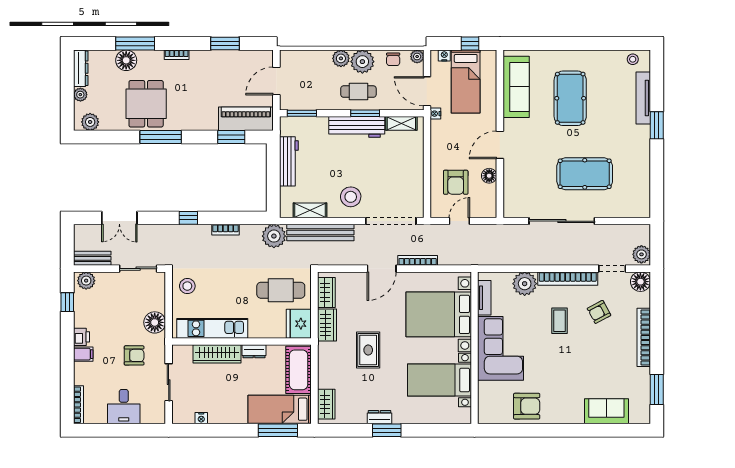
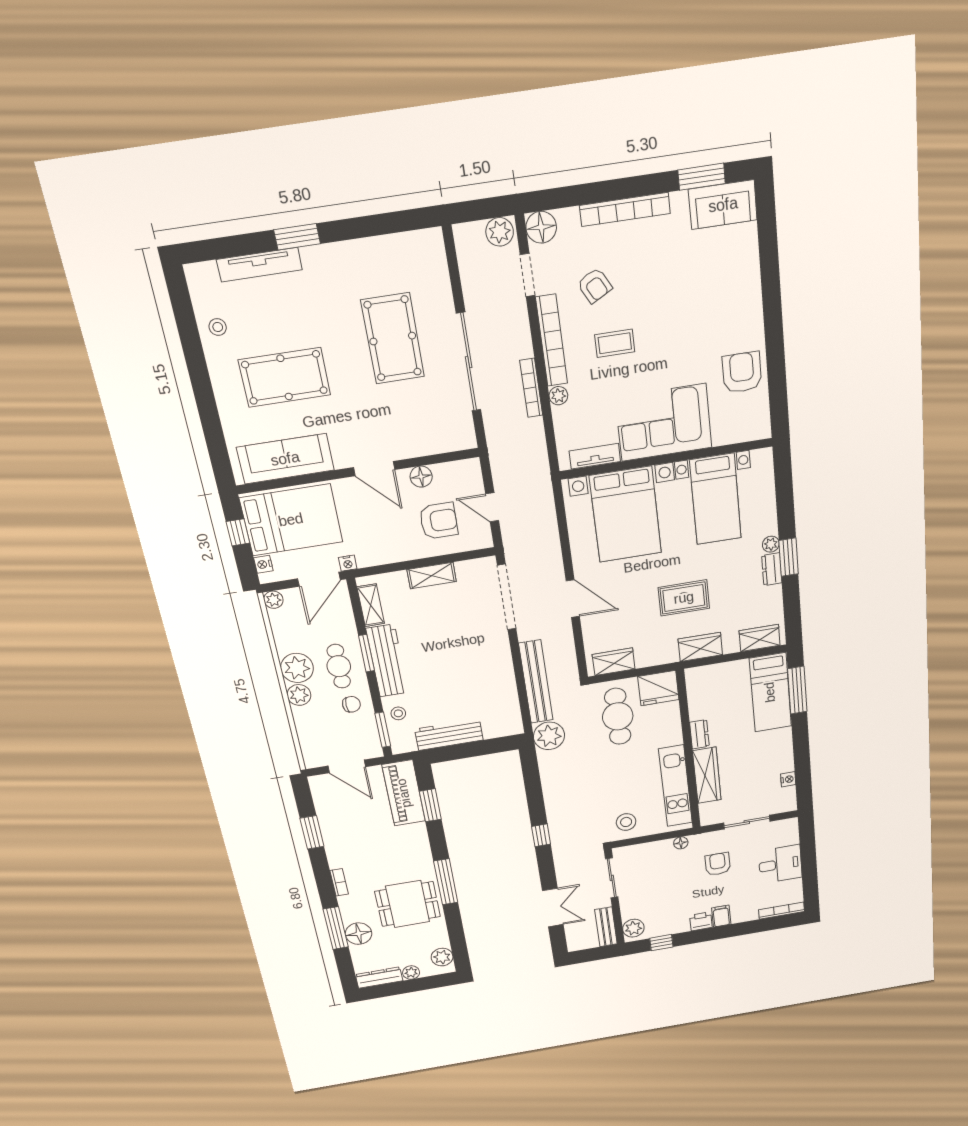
chair: (393, 59) -> (351, 704), moved
stool: (633, 59) -> (218, 327), moved
bed: (466, 82) -> (291, 520), width x1.50
stool: (351, 197) -> (398, 713), moved, width x0.53, depth x0.53
shelving: (310, 210) -> (432, 576), moved, turned 90
bookcase: (225, 230) -> (549, 792), removed
bookcase: (418, 260) -> (531, 388), moved
plant: (525, 284) -> (558, 396), width x0.53, depth x0.53
floor lamp: (155, 322) -> (681, 843), width x0.53, depth x0.53
wardrobe: (327, 325) -> (700, 647), moved
cot: (299, 370) -> (718, 679), removed
sofa: (606, 411) -> (723, 205), moved, turned -90
plant: (399, 418) -> (771, 544), added

